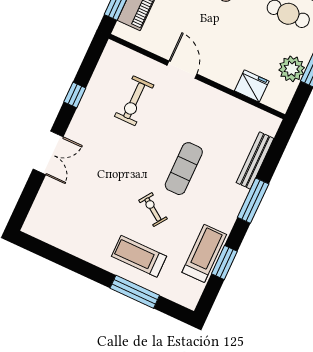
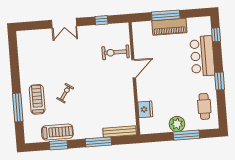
door: (182, 70) -> (134, 69), moved
wall: (197, 77) -> (134, 78), moved
fridge: (252, 86) -> (145, 109), moved
exercise mat: (184, 169) -> (95, 97), removed

